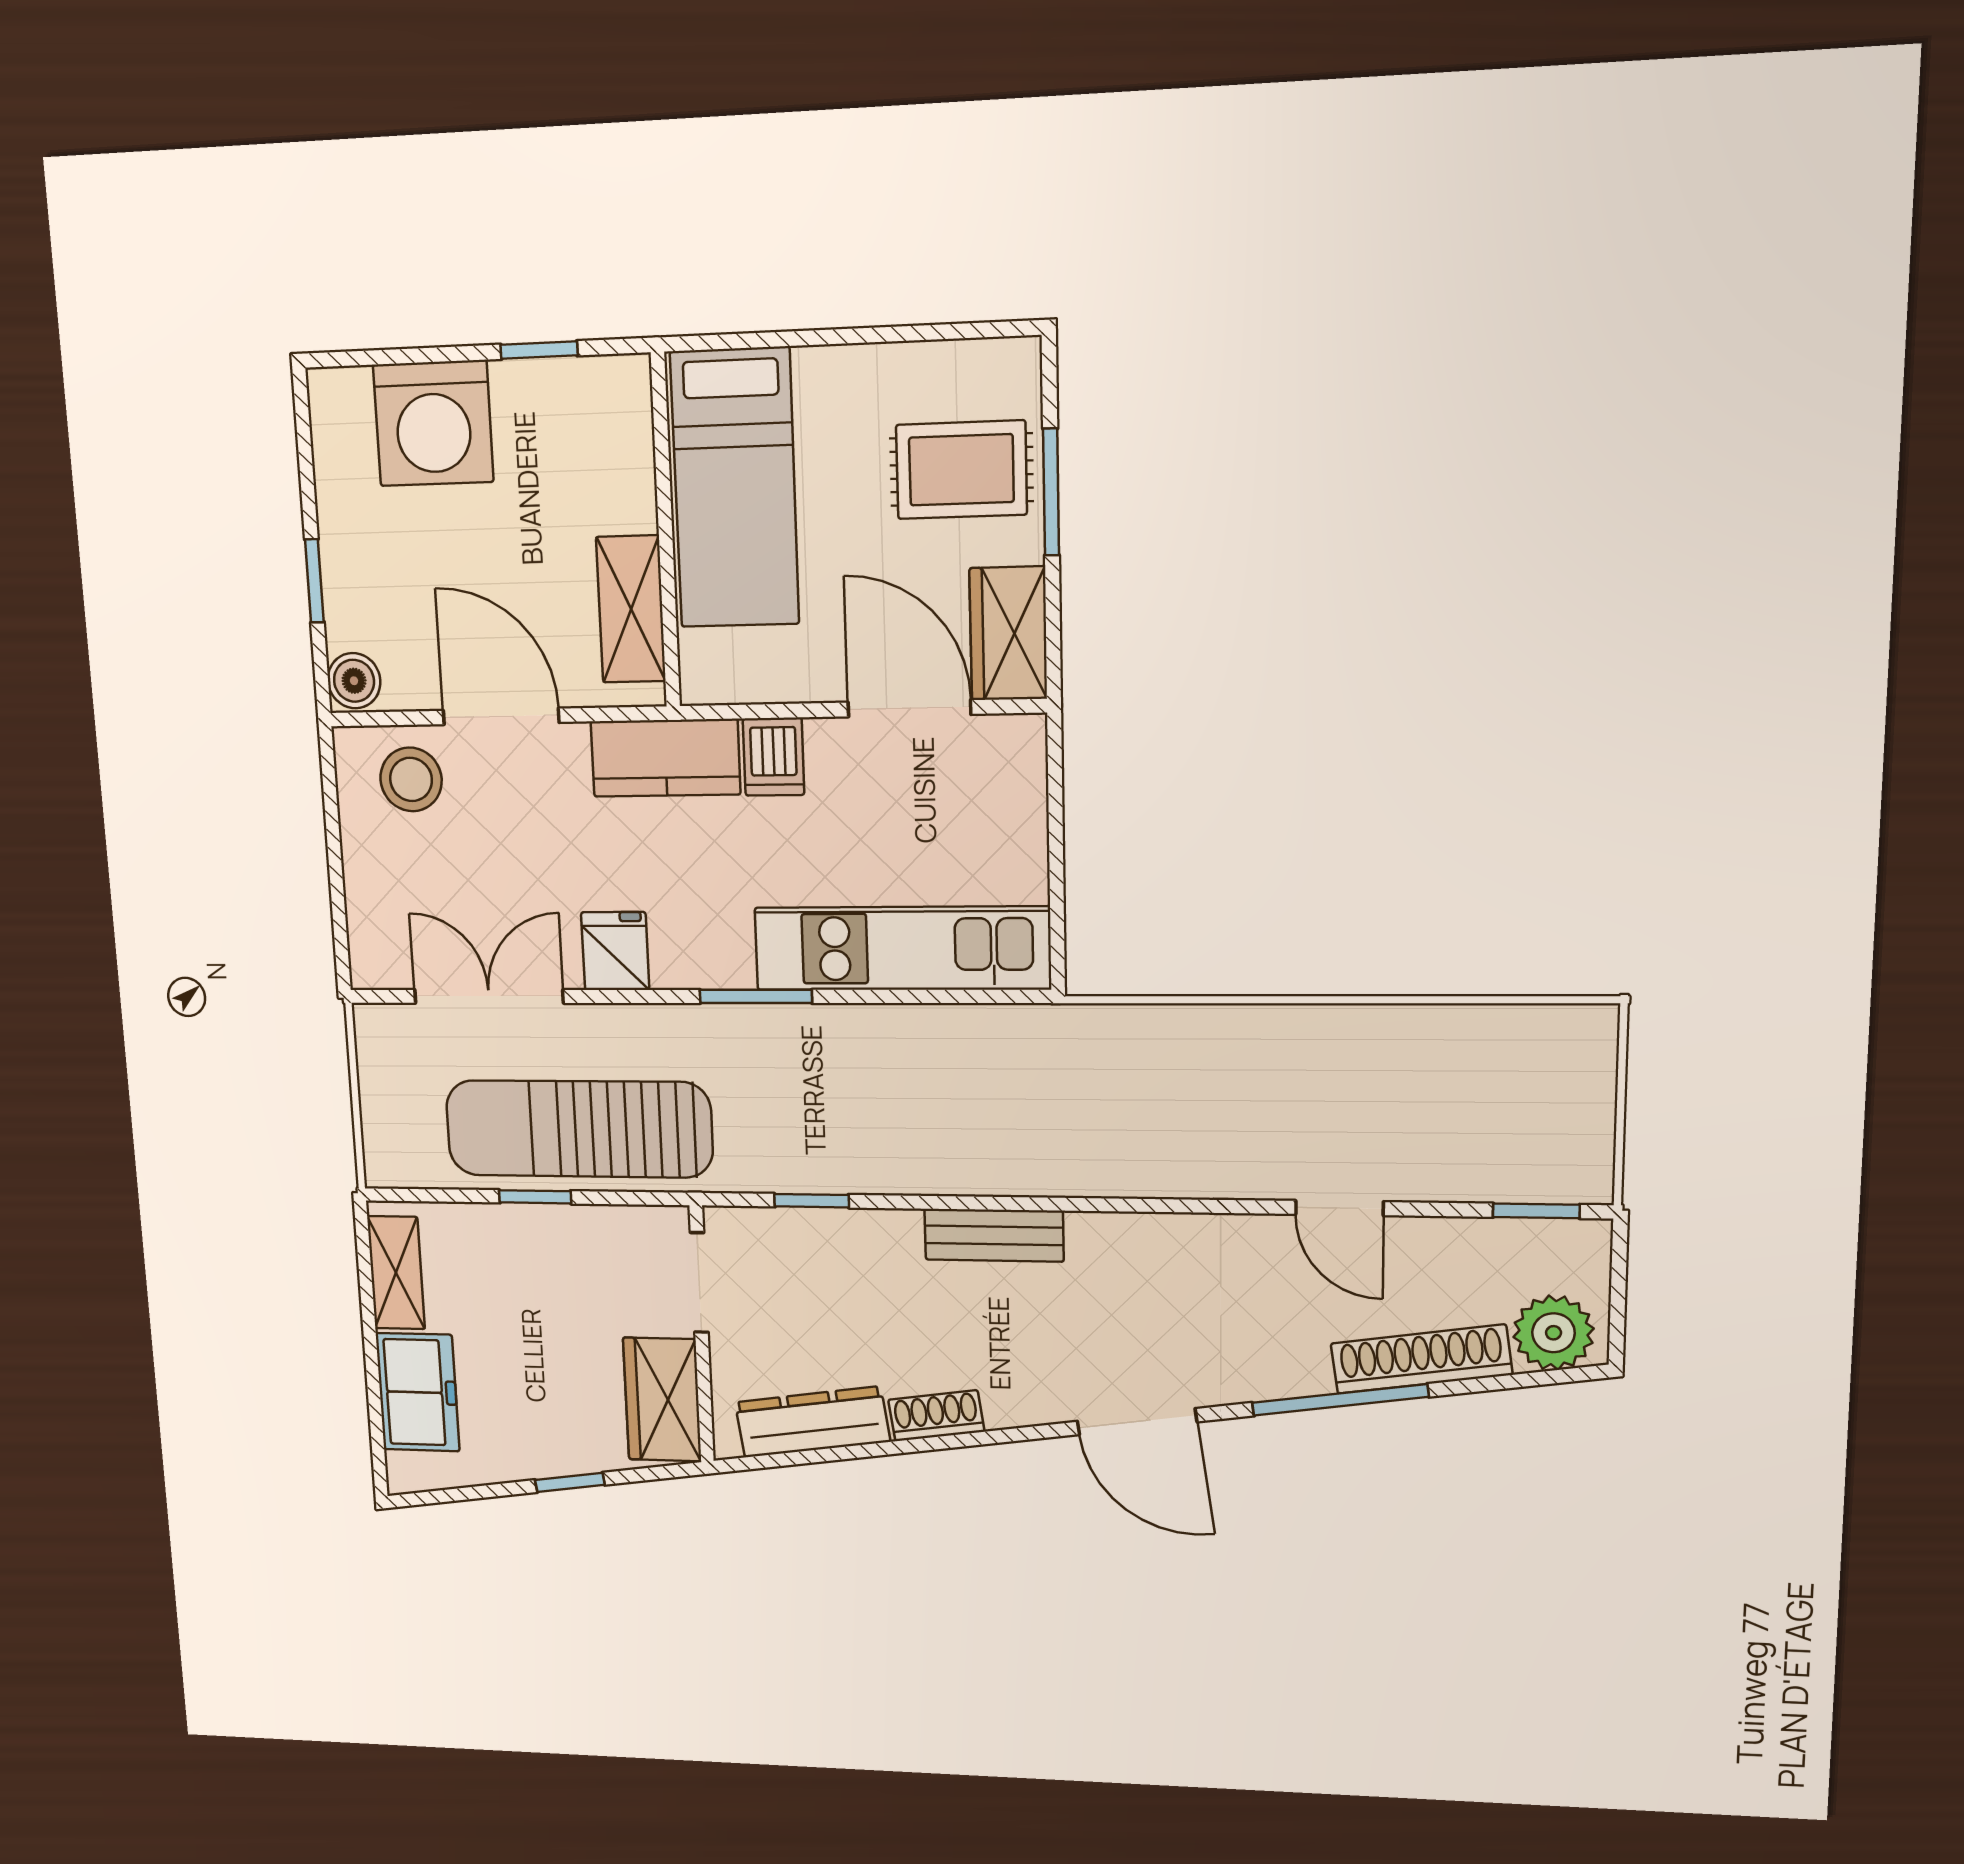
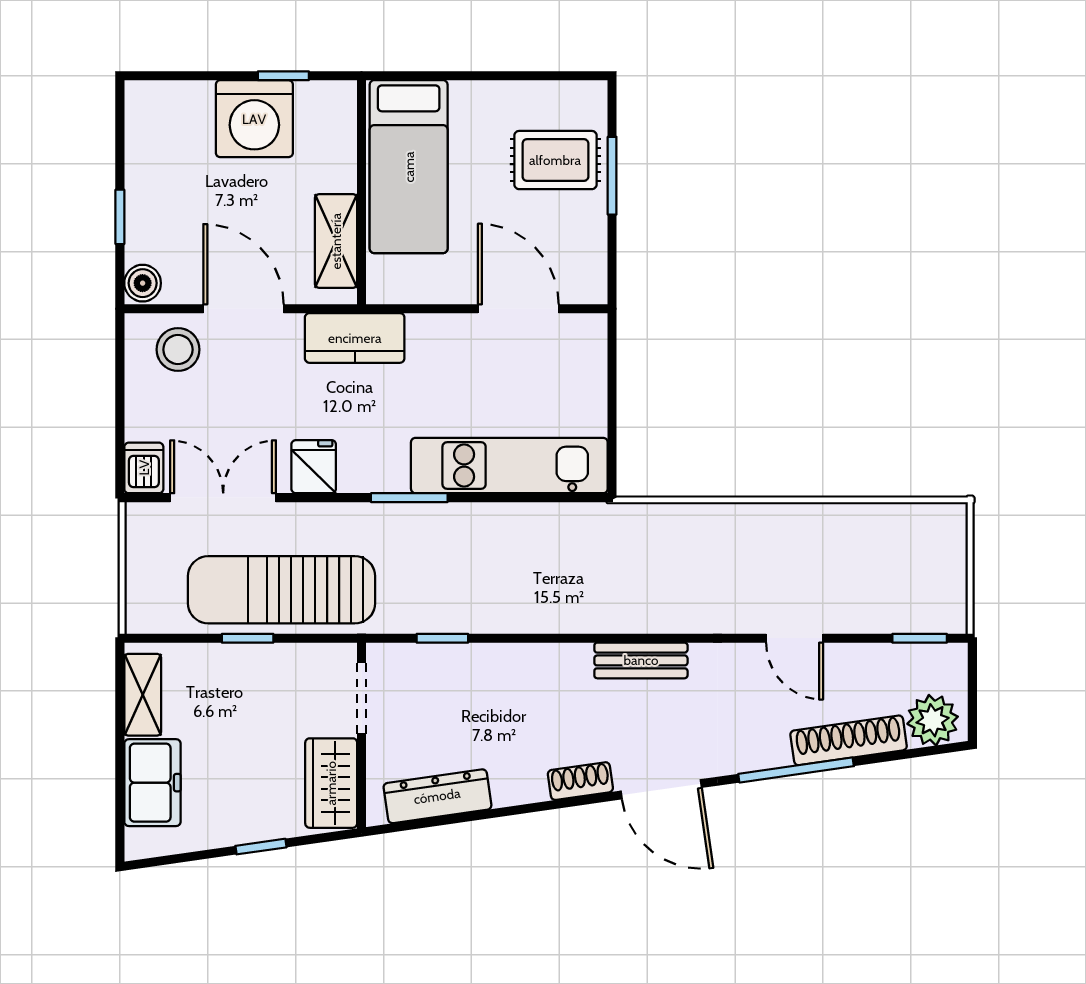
washing machine: (433, 423) -> (254, 119), moved
wardrobe: (1008, 633) -> (583, 263), removed
dishwasher: (774, 757) -> (144, 468), moved, turned 180
bench: (994, 1235) -> (641, 660), moved
shoe rack: (936, 1416) -> (580, 781), moved

